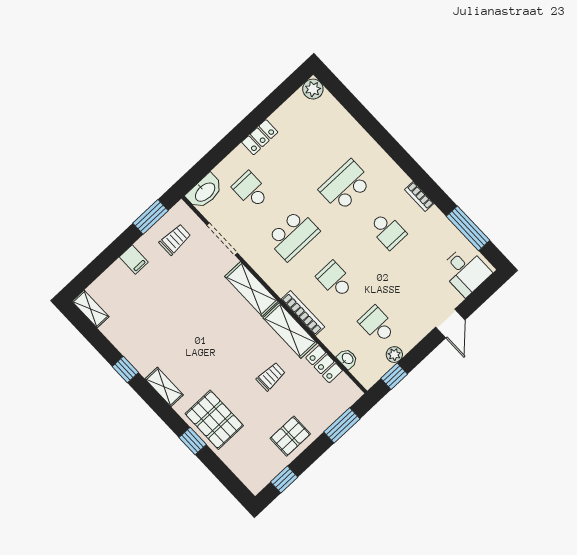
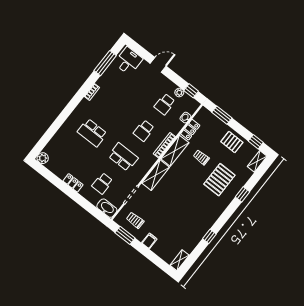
school desk: (388, 231) -> (113, 106), removed
shelving: (164, 387) -> (257, 161), moved
pallet: (214, 420) -> (219, 180), moved

